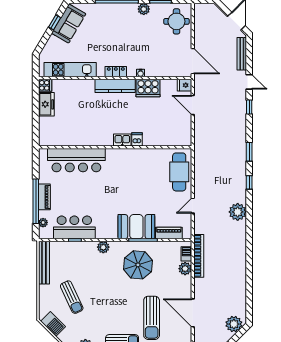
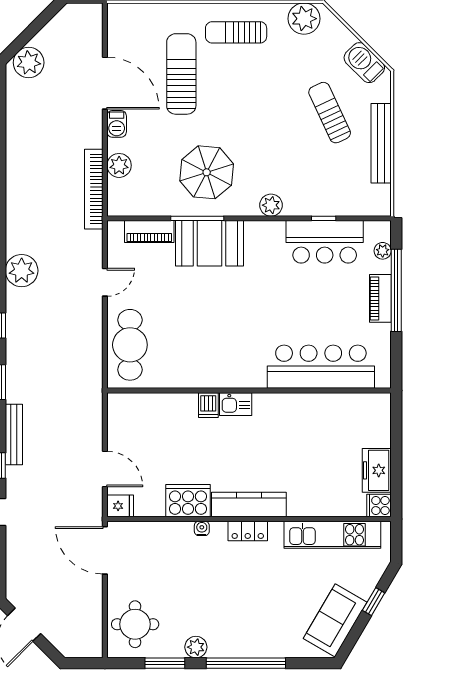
window: (55, 22) -> (374, 602), moved
bench: (242, 54) -> (14, 435), moved
barbecue: (186, 254) -> (117, 124), moved
bench: (44, 263) -> (381, 143), moved

